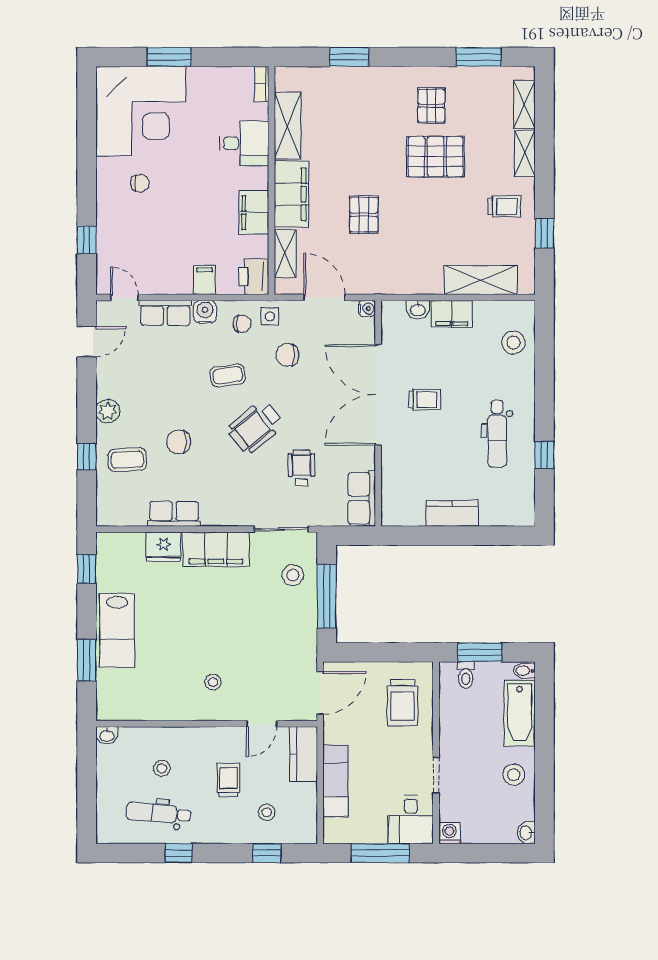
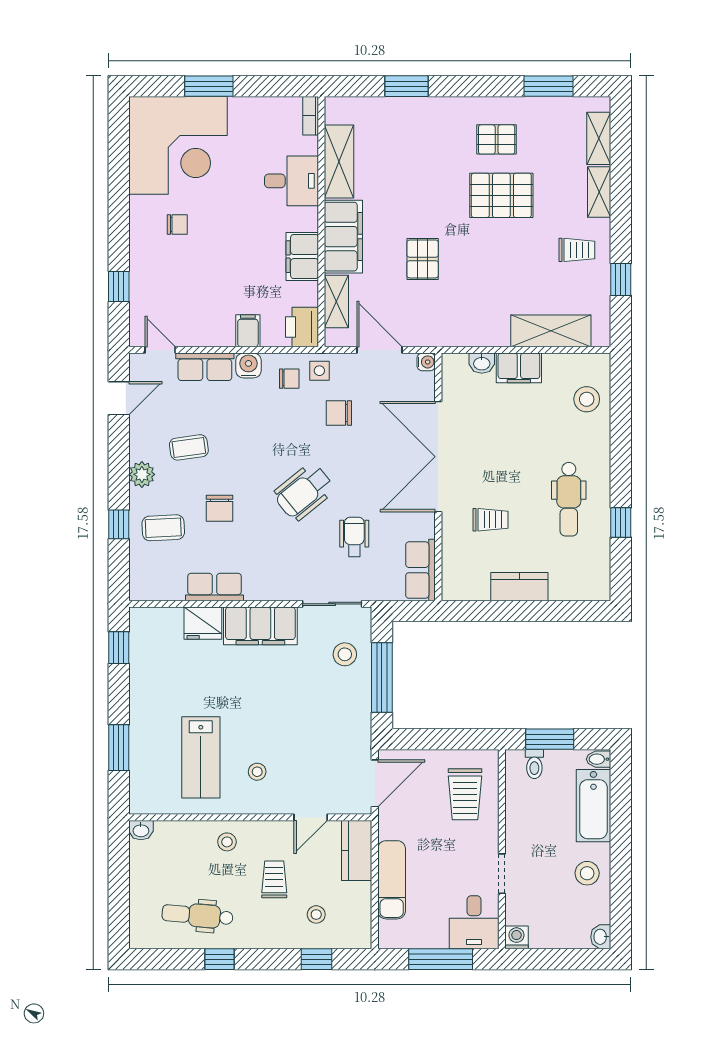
pallet: (431, 106) -> (497, 139), turned 90
coffee table: (228, 375) -> (189, 447), moved
trolley: (425, 400) -> (491, 520), moved
chair: (179, 442) -> (219, 508), turned -90
lab bench: (117, 630) -> (201, 757), moved
stool: (162, 768) -> (227, 842), moved

